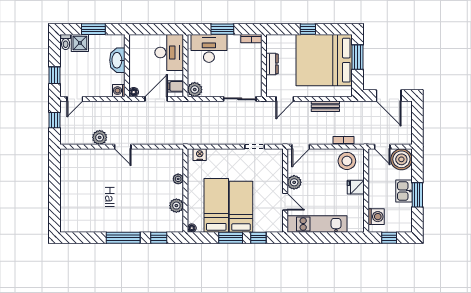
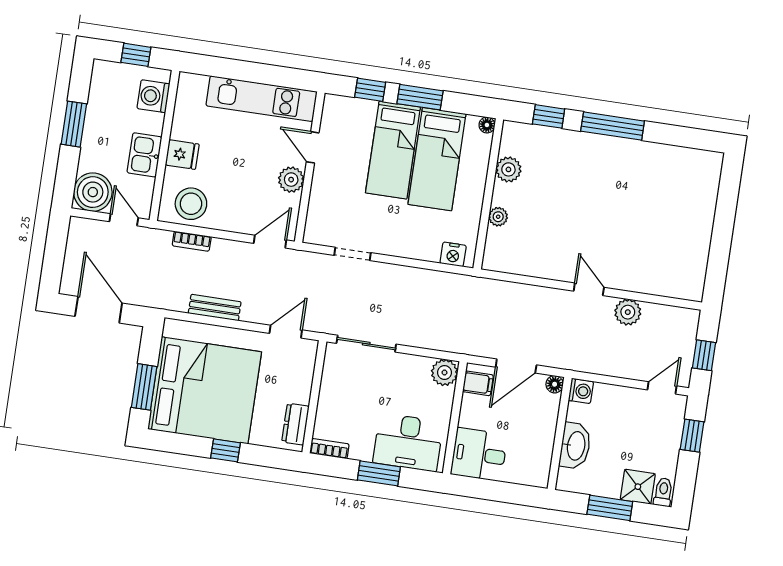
desk: (169, 53) -> (479, 454), width x0.73
dresser: (272, 64) -> (295, 424), moved
kitchen sink: (404, 191) -> (144, 155), moved, turned 180

